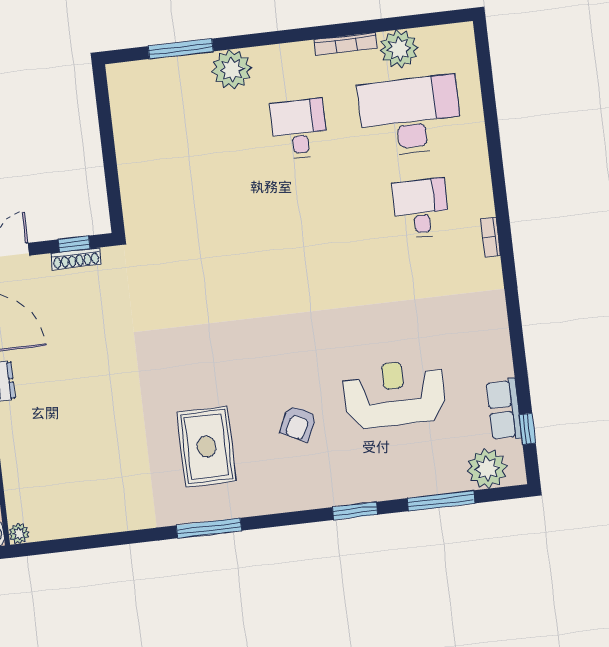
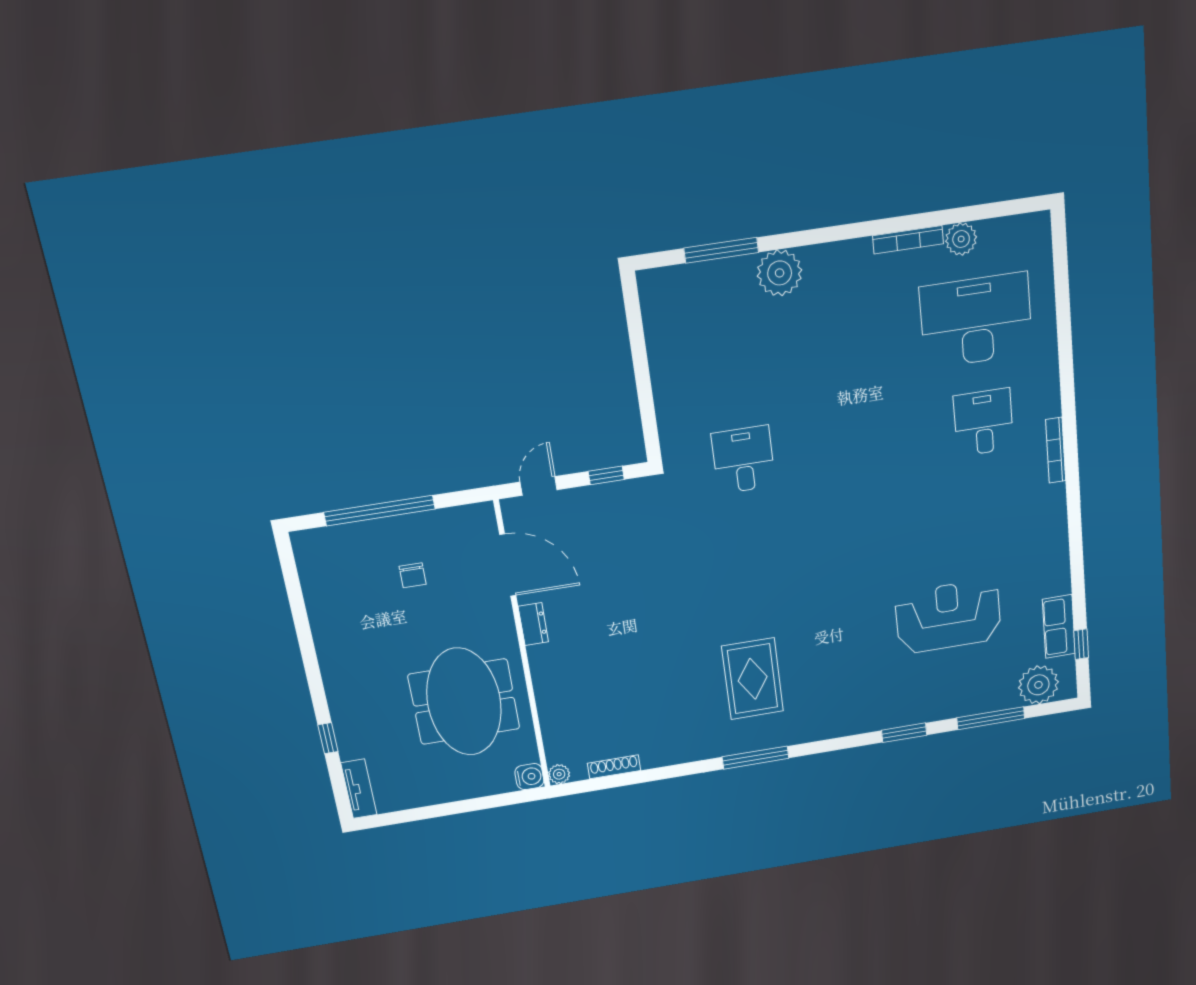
plant: (399, 49) -> (961, 239), width x0.73, depth x0.73
desk: (299, 129) -> (743, 460), moved
bookcase: (490, 237) -> (1056, 450), width x1.56
shoe rack: (76, 259) -> (614, 767), moved, turned 180
armchair: (298, 423) -> (848, 651), removed

